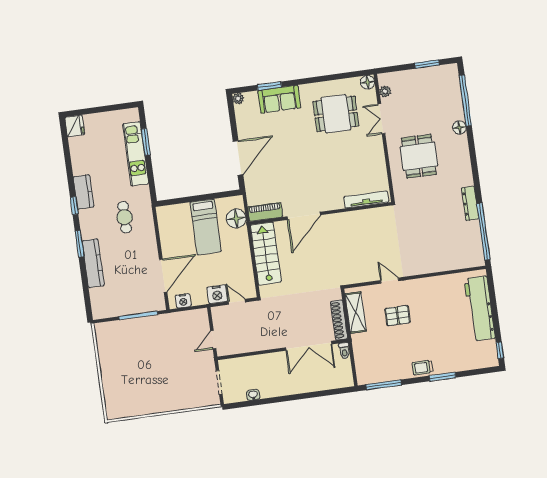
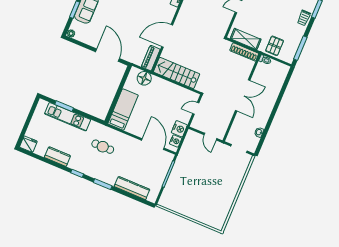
kitchen counter: (84, 192) -> (57, 157), moved
door: (304, 216) -> (167, 36), swing flipped
bed: (206, 227) -> (123, 110), moved, turned -90
kitchen counter: (93, 263) -> (132, 188), moved
nightstand: (217, 294) -> (179, 129), moved
pallet: (398, 316) -> (275, 46), moved
double door: (309, 346) -> (243, 95), moved

